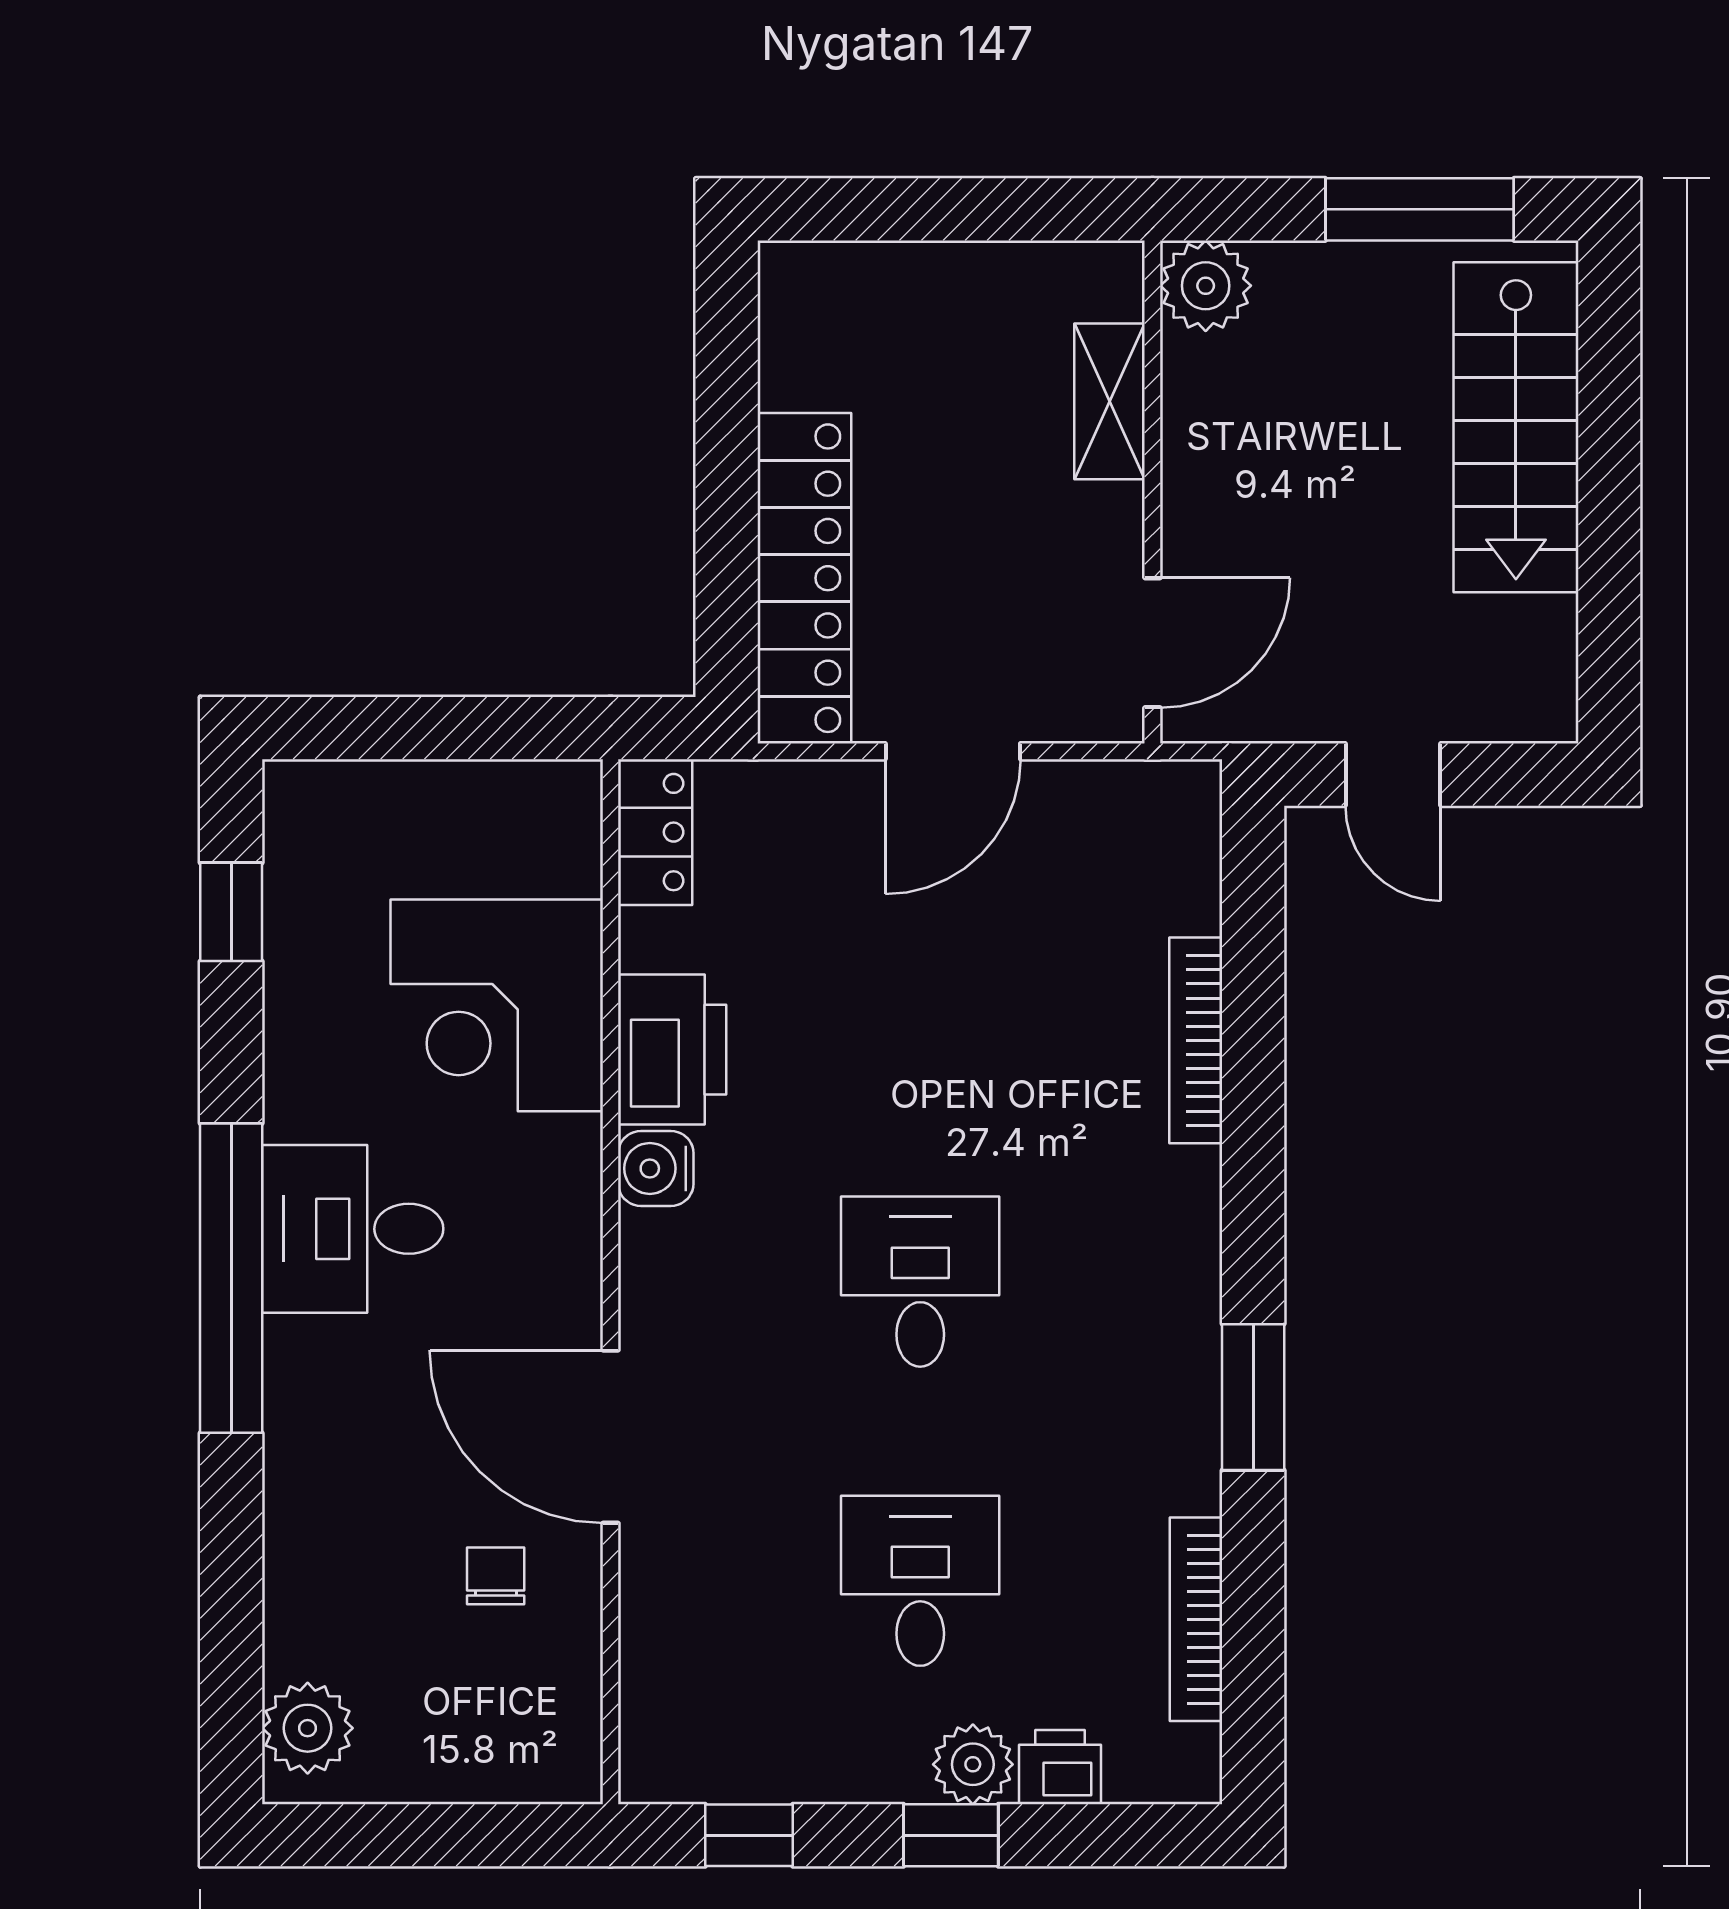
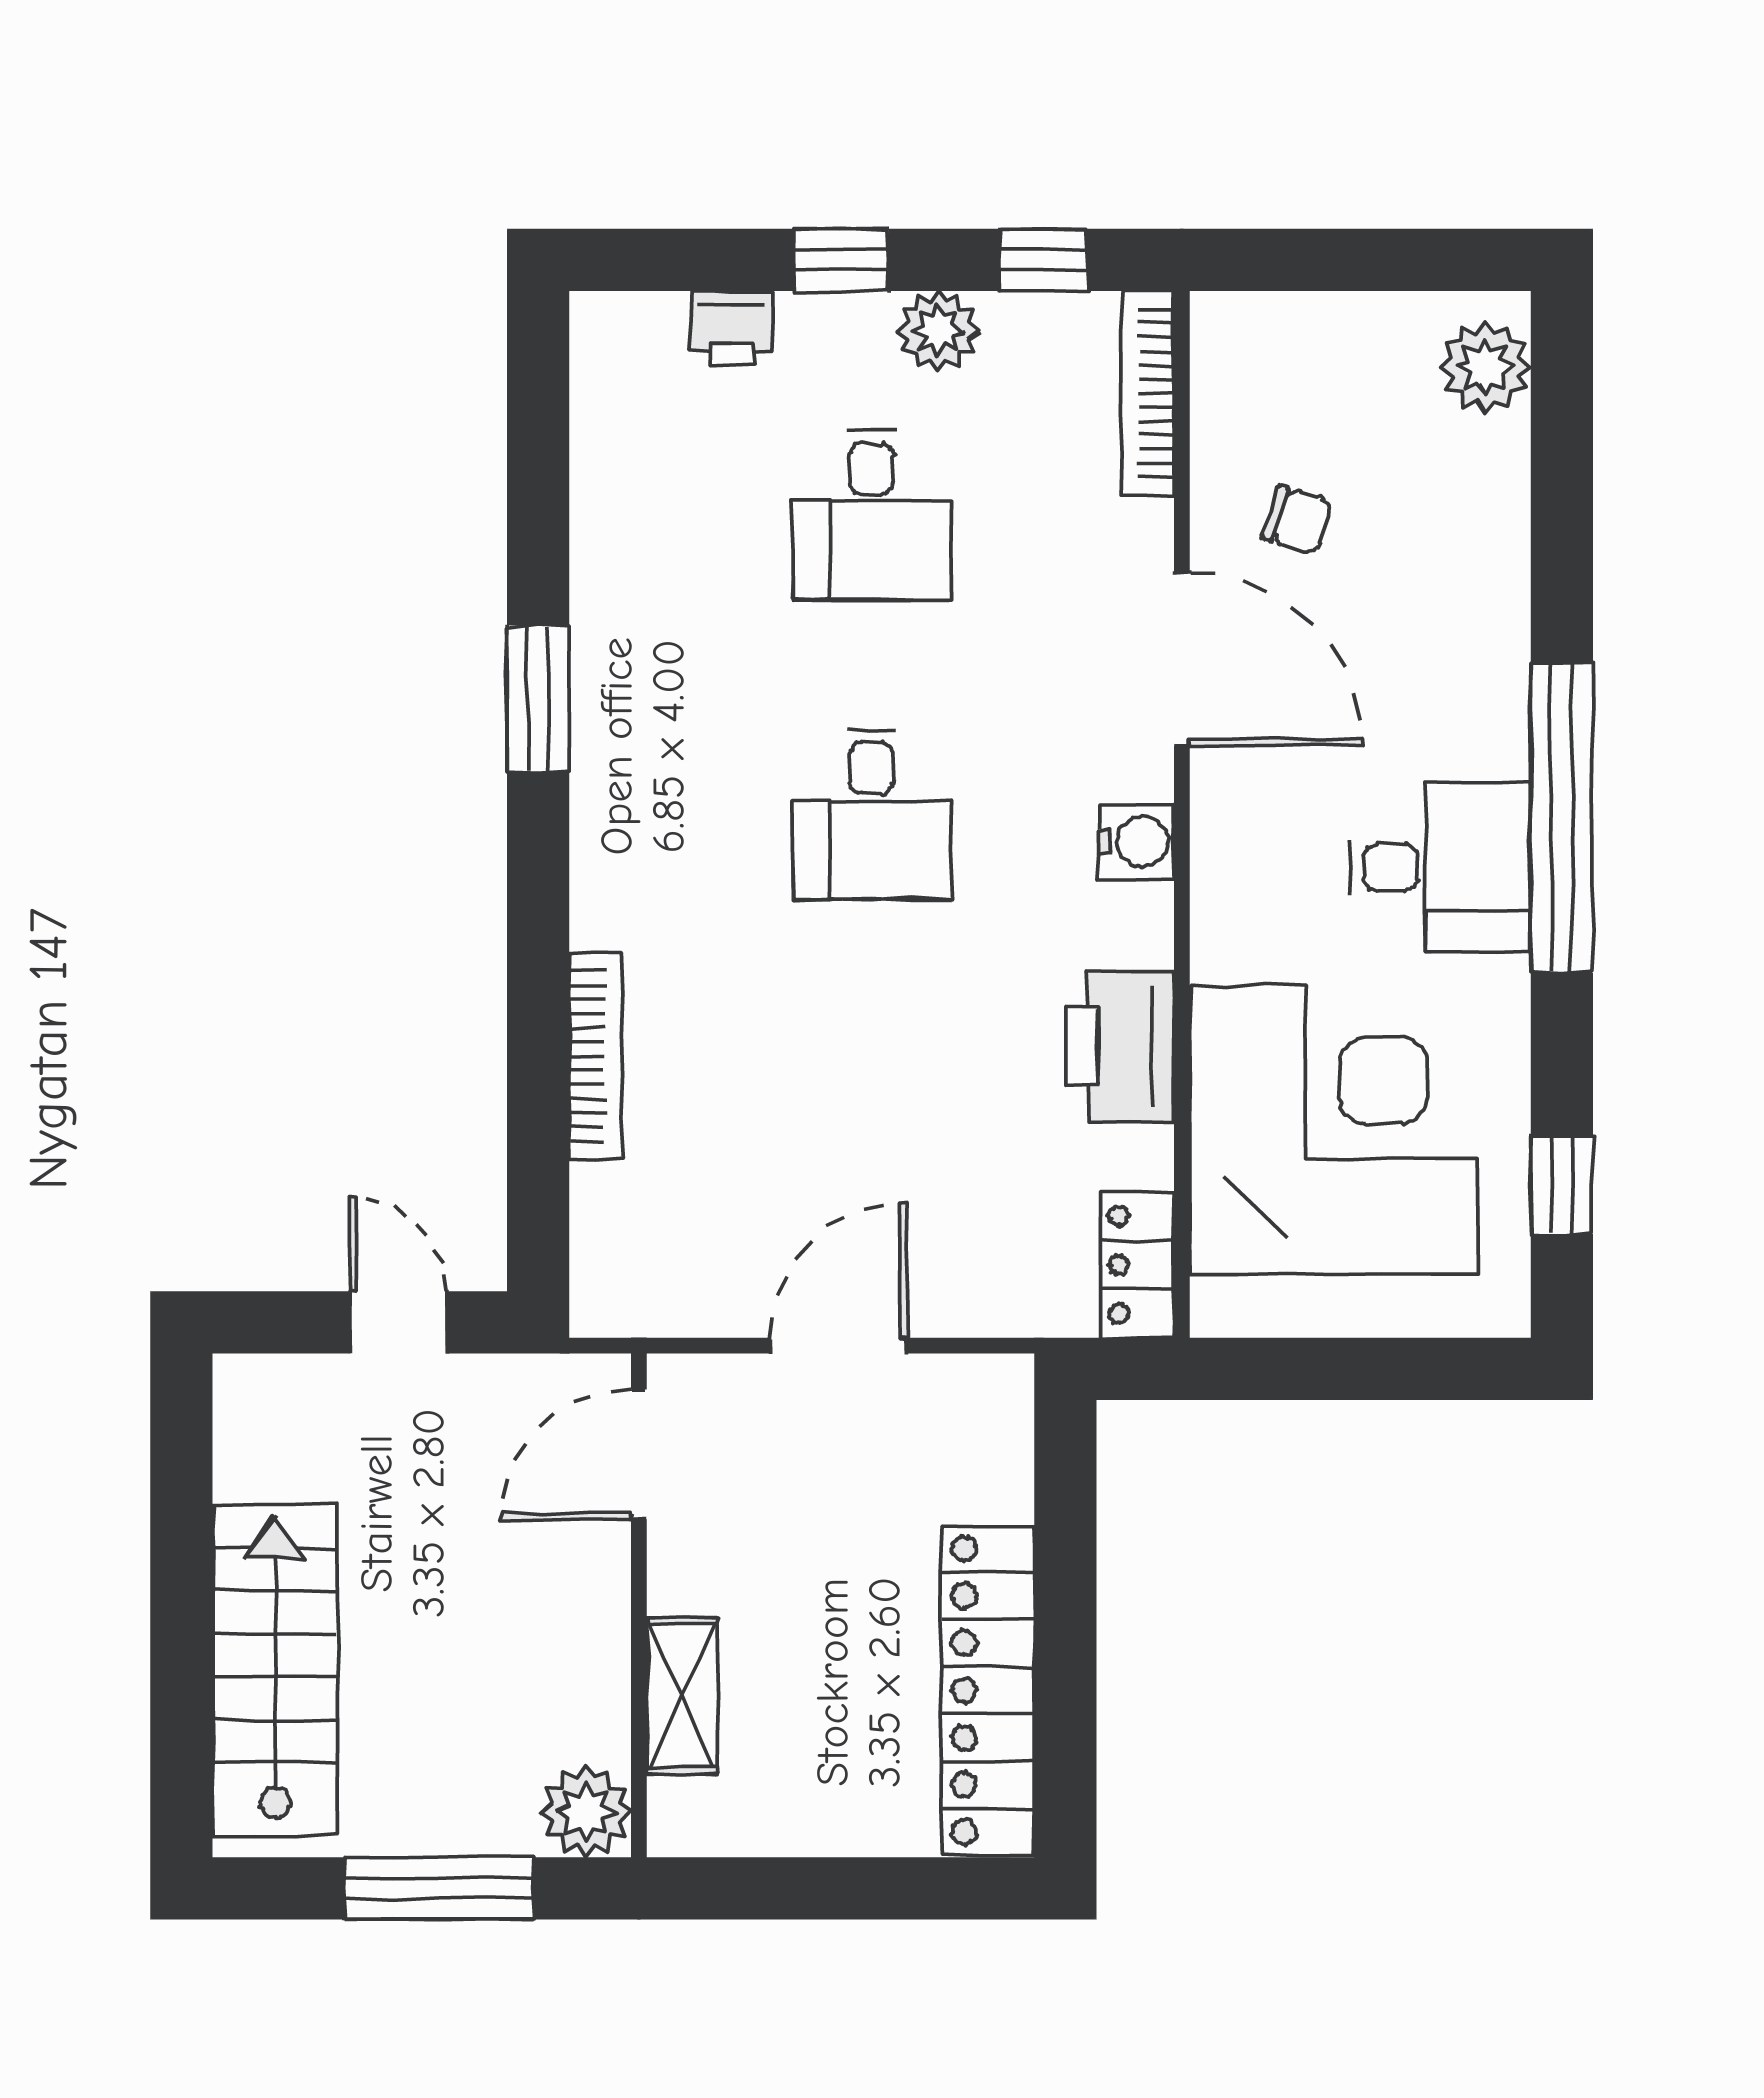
window: (1420, 209) -> (439, 1888), moved
locker: (804, 578) -> (988, 1690), moved
corner desk: (497, 1005) -> (1334, 1129), width x1.36, depth x1.36
water cooler: (656, 1168) -> (1136, 842), moved
chair: (496, 1576) -> (1297, 520), turned -72
bookcase: (1196, 1619) -> (1148, 393), moved, turned 180
plant: (973, 1764) -> (938, 331), moved

